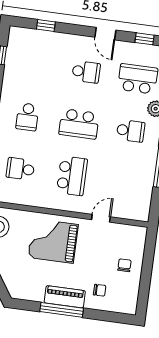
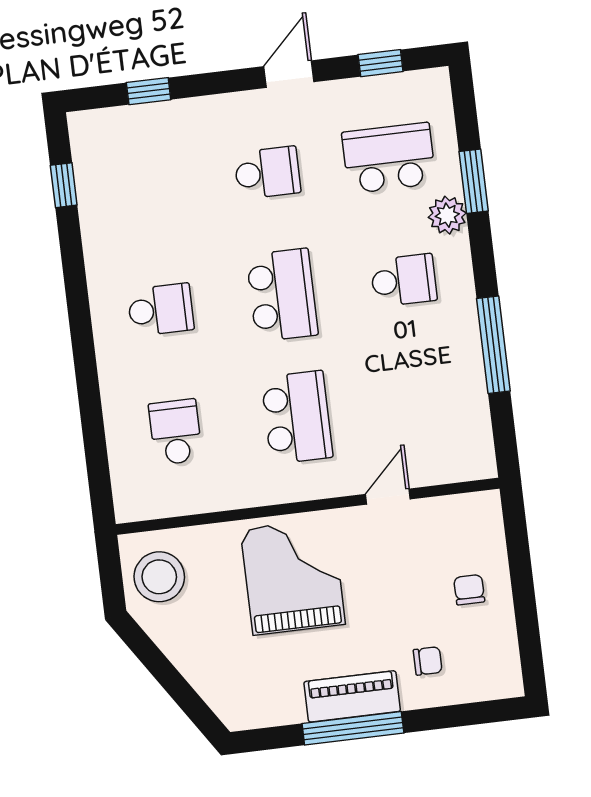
door: (105, 34) -> (289, 74), swing flipped
school desk: (27, 117) -> (161, 310), turned -90
school desk: (79, 124) -> (282, 295), turned -90
school desk: (20, 169) -> (175, 432), turned 90
grand piano: (53, 241) -> (293, 577), turned 90

